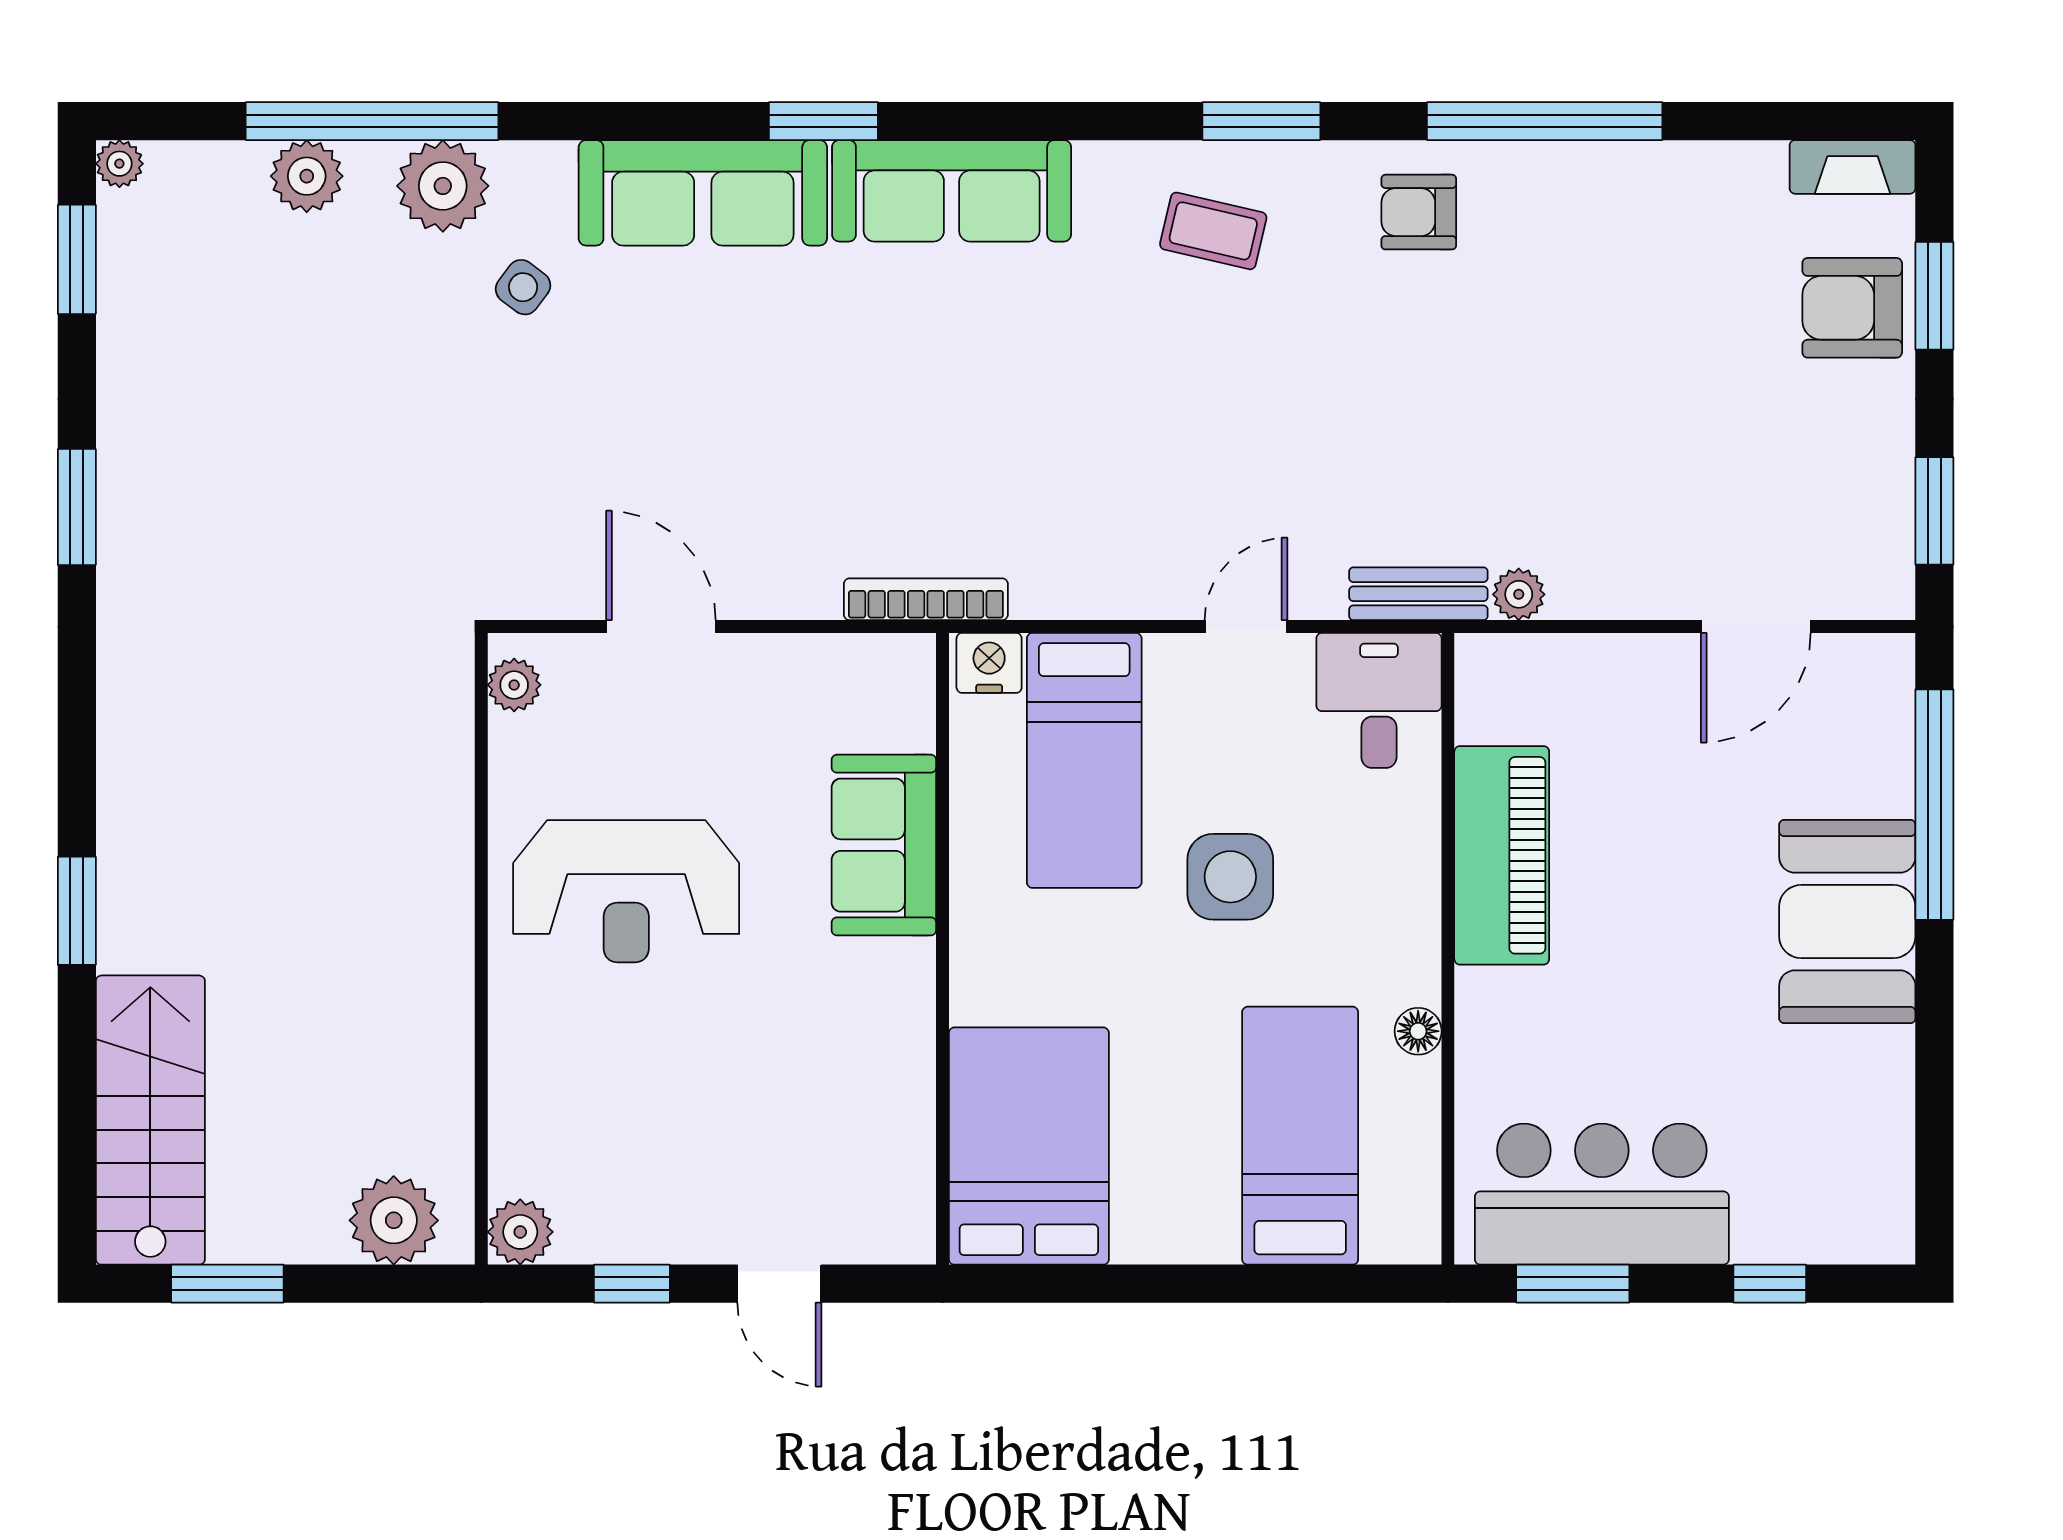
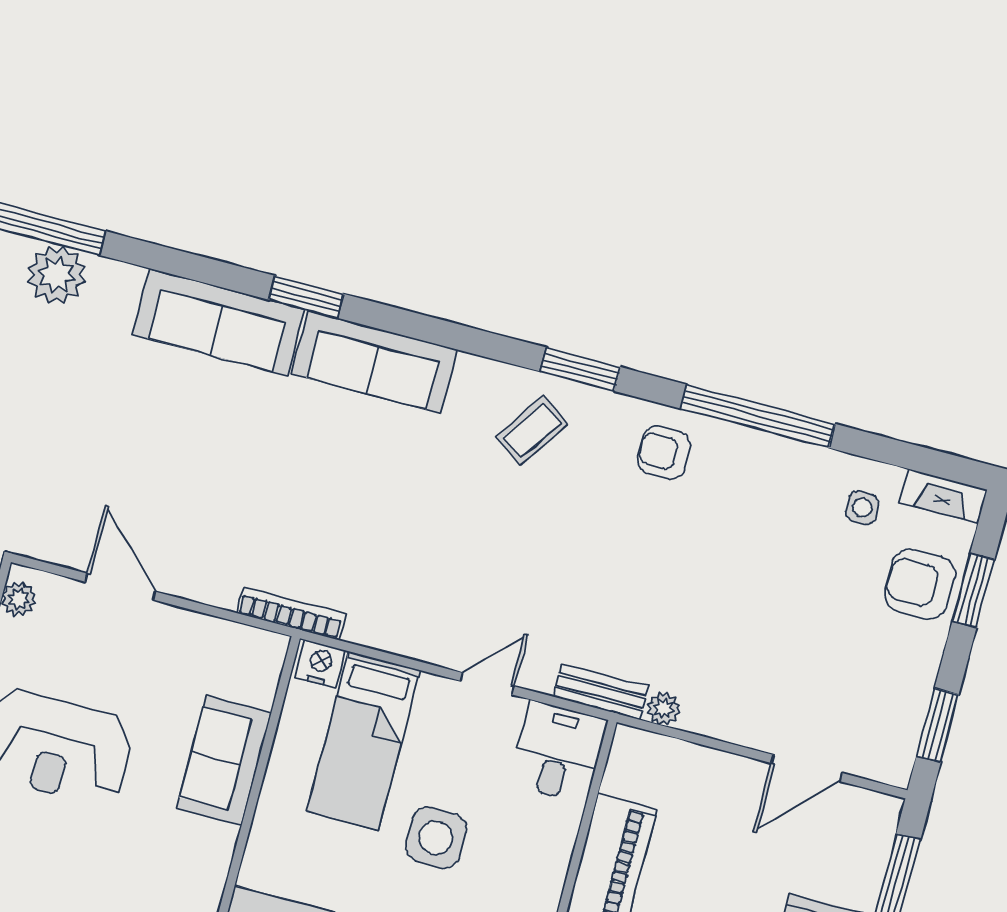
coffee table: (1213, 231) -> (532, 430), turned -68
side table: (523, 287) -> (862, 508), moved, turned -37

